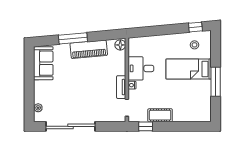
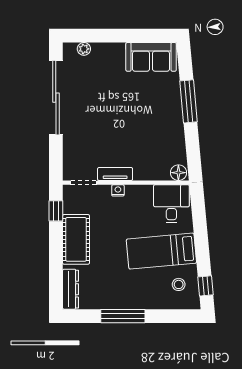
piano: (89, 49) -> (172, 125), removed
desk: (141, 68) -> (171, 204), moved
bed: (189, 69) -> (161, 251), moved, turned -95
cot: (160, 115) -> (76, 239), width x1.37, depth x1.34
dresser: (198, 117) -> (71, 289), added

